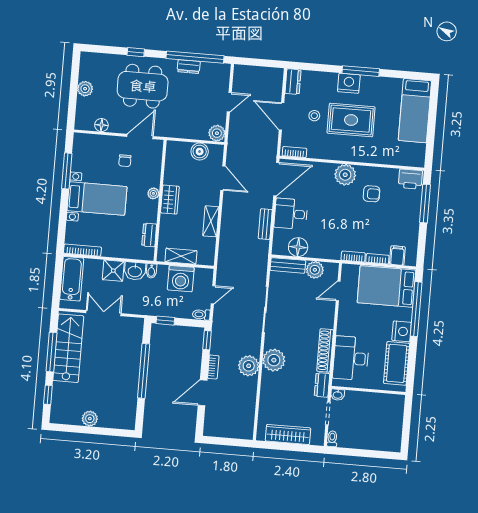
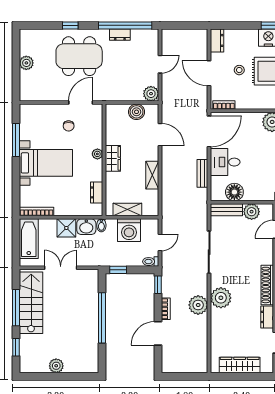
floor lamp: (101, 125) -> (44, 95), removed

